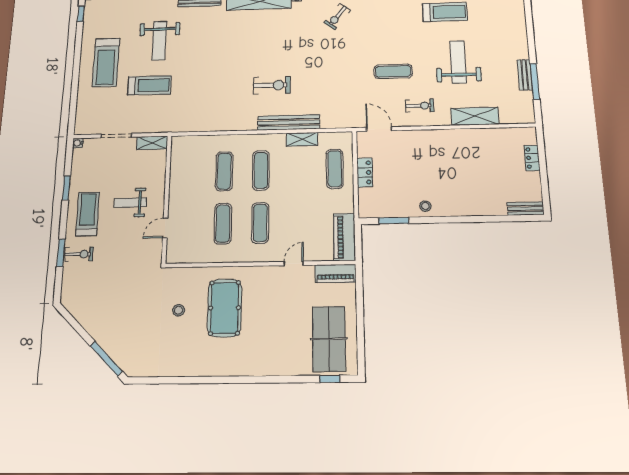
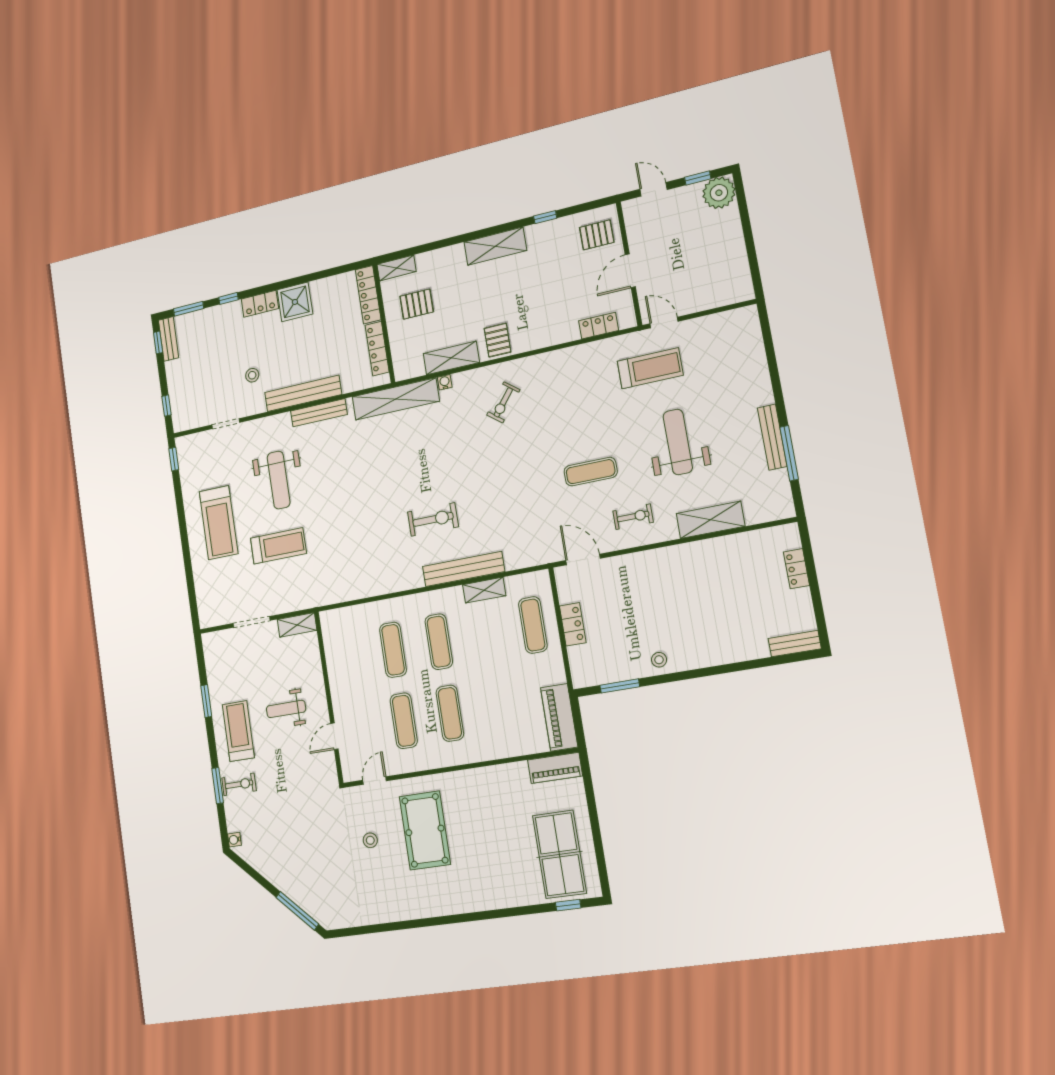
bench: (525, 75) -> (772, 437), width x1.36
water cooler: (78, 143) -> (234, 840), moved
door: (294, 263) -> (375, 781), moved

